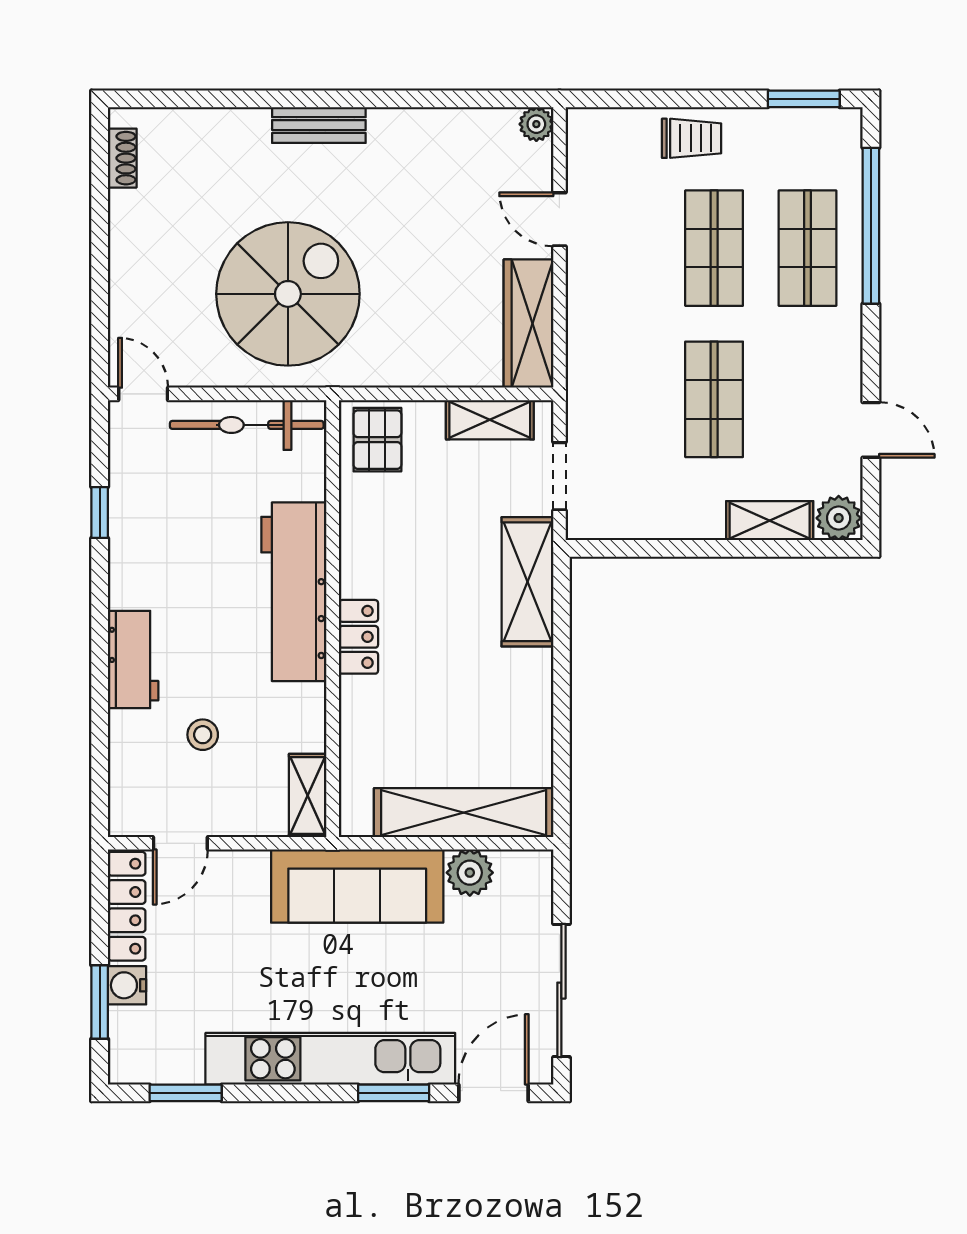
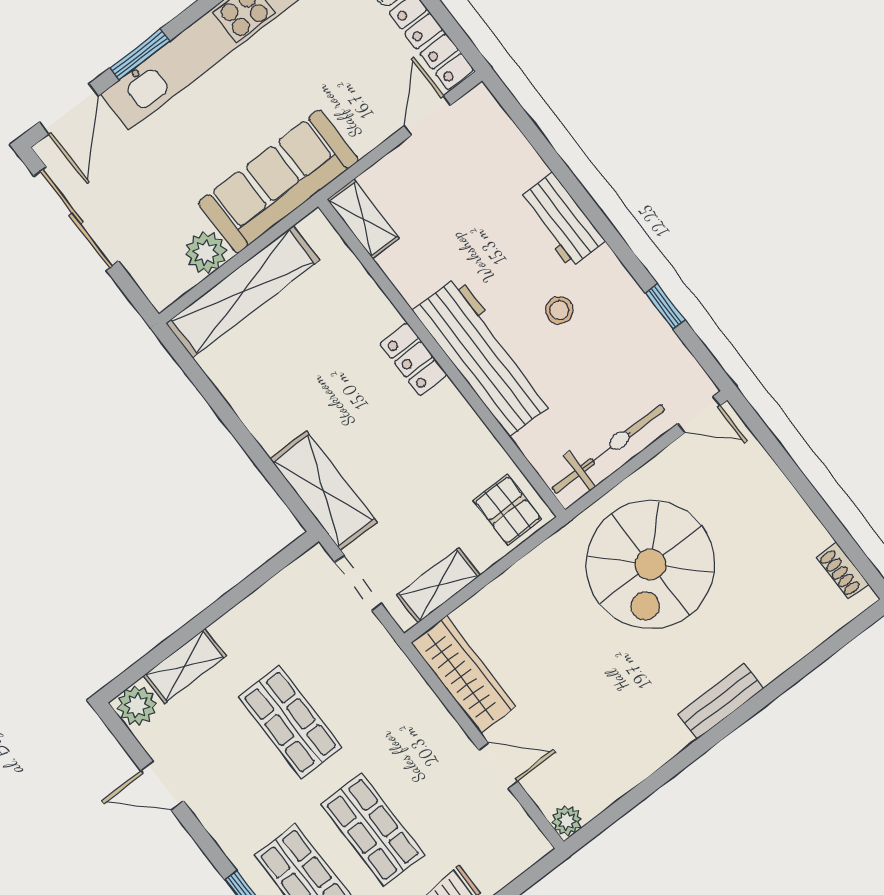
stool: (203, 735) -> (559, 310), moved

